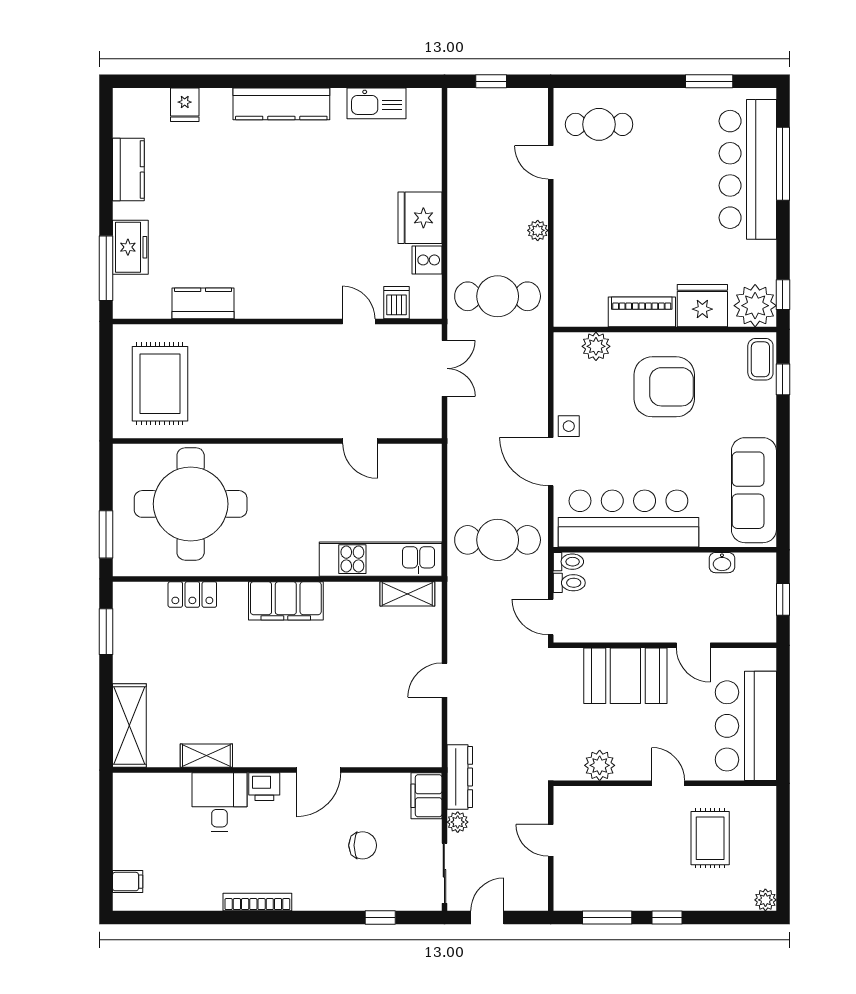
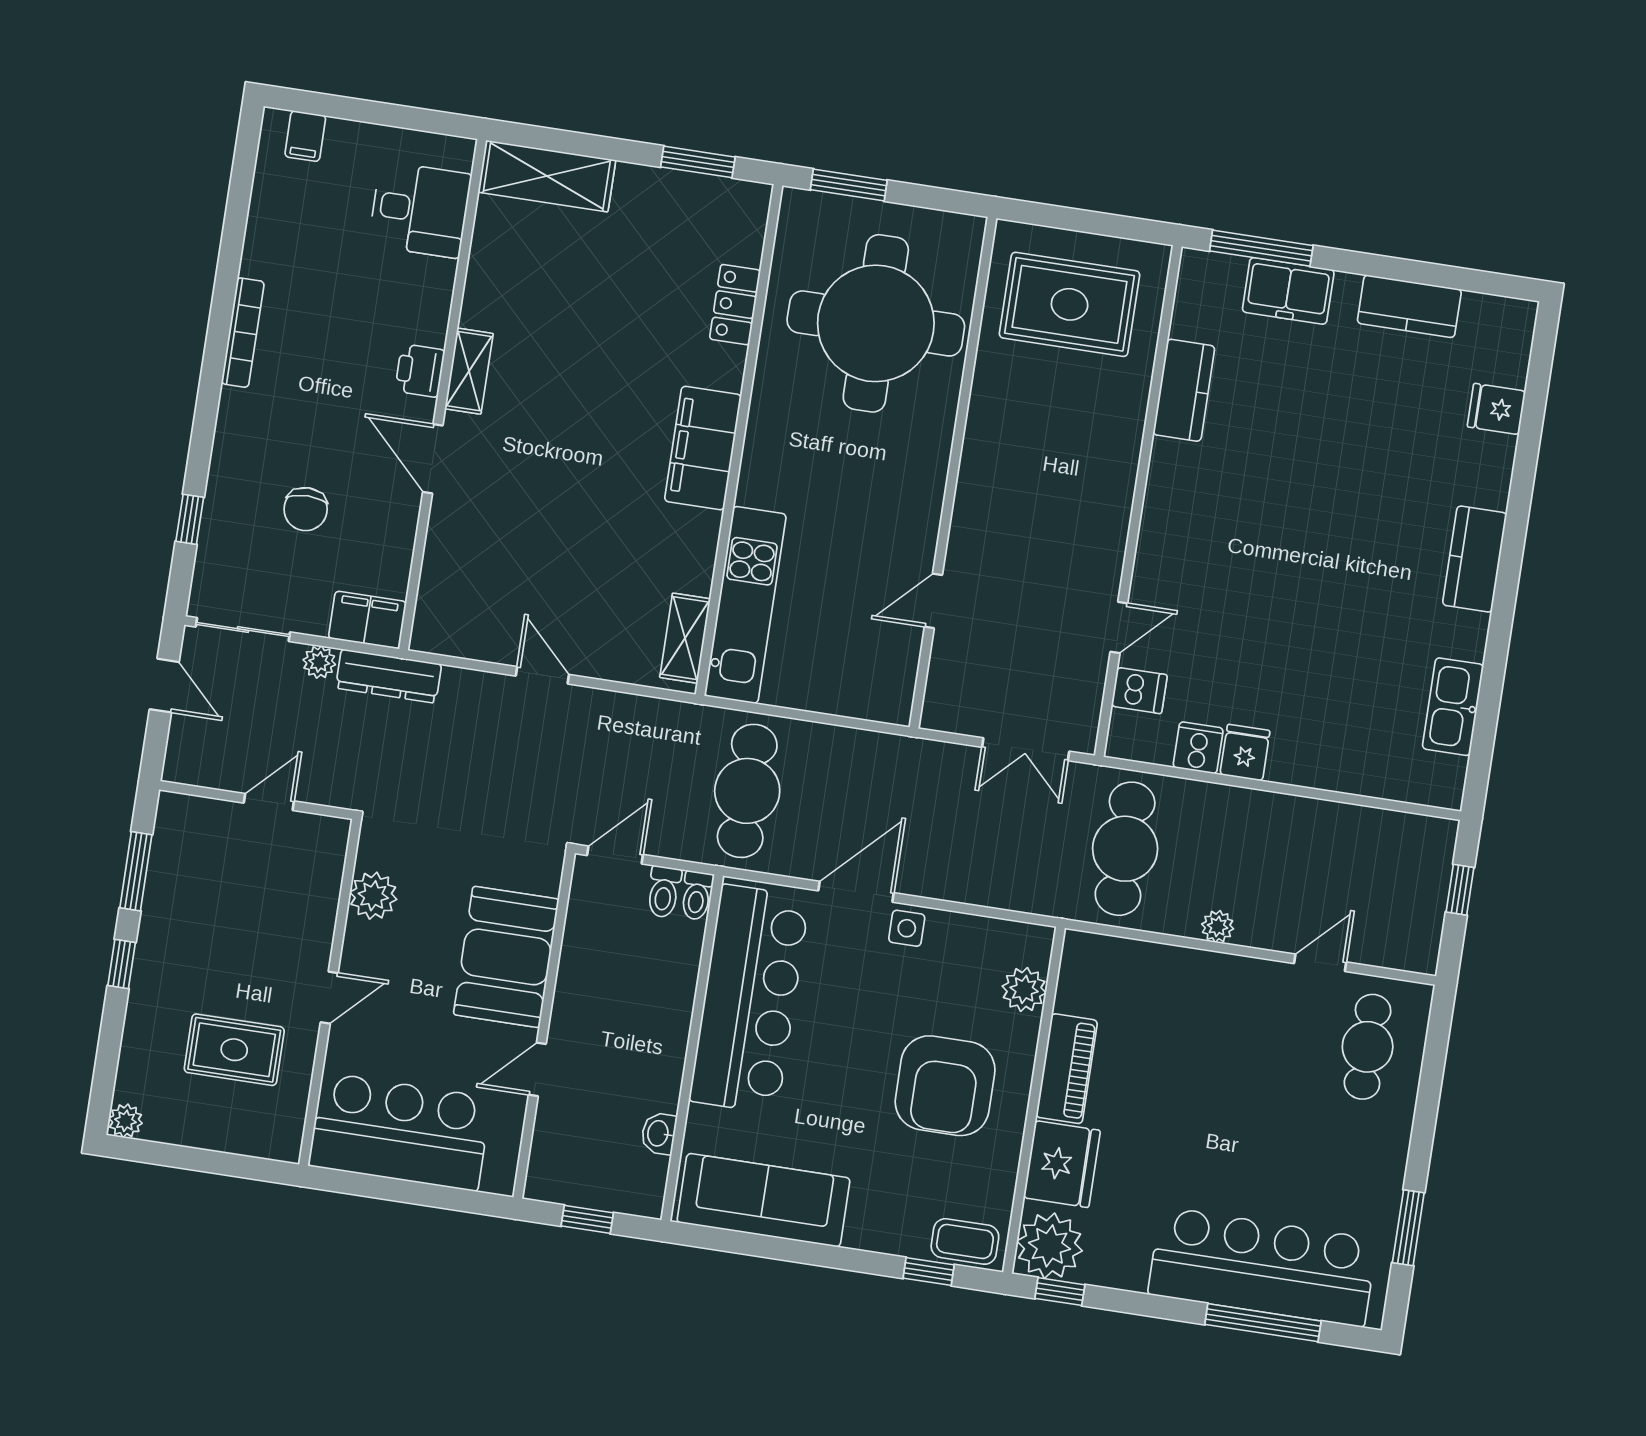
kitchen counter: (281, 104) -> (1475, 559), width x0.67
fridge: (420, 218) -> (1245, 753), width x0.53, depth x0.75
shelving: (206, 756) -> (469, 371), moved
desk: (219, 802) -> (420, 210), moved

